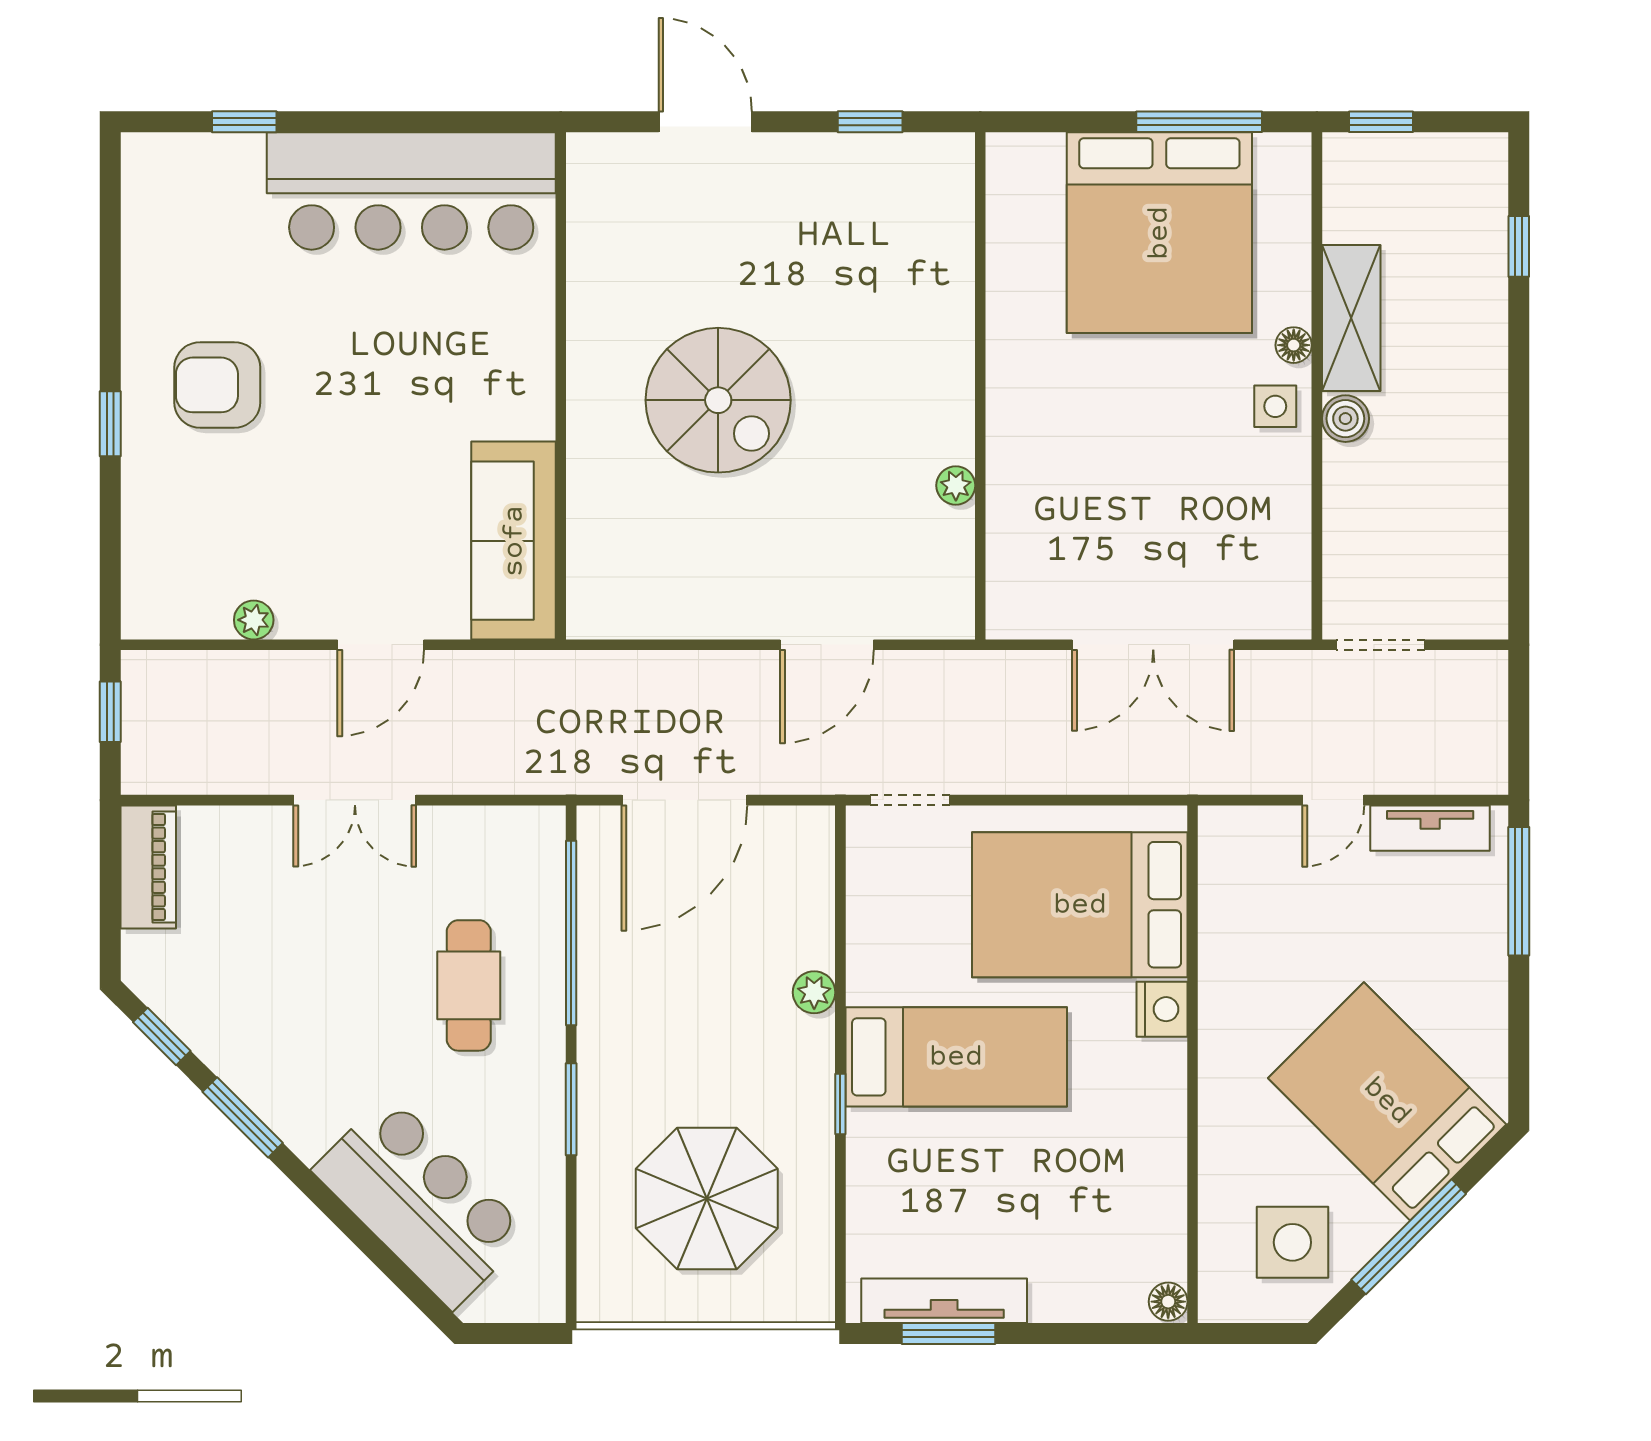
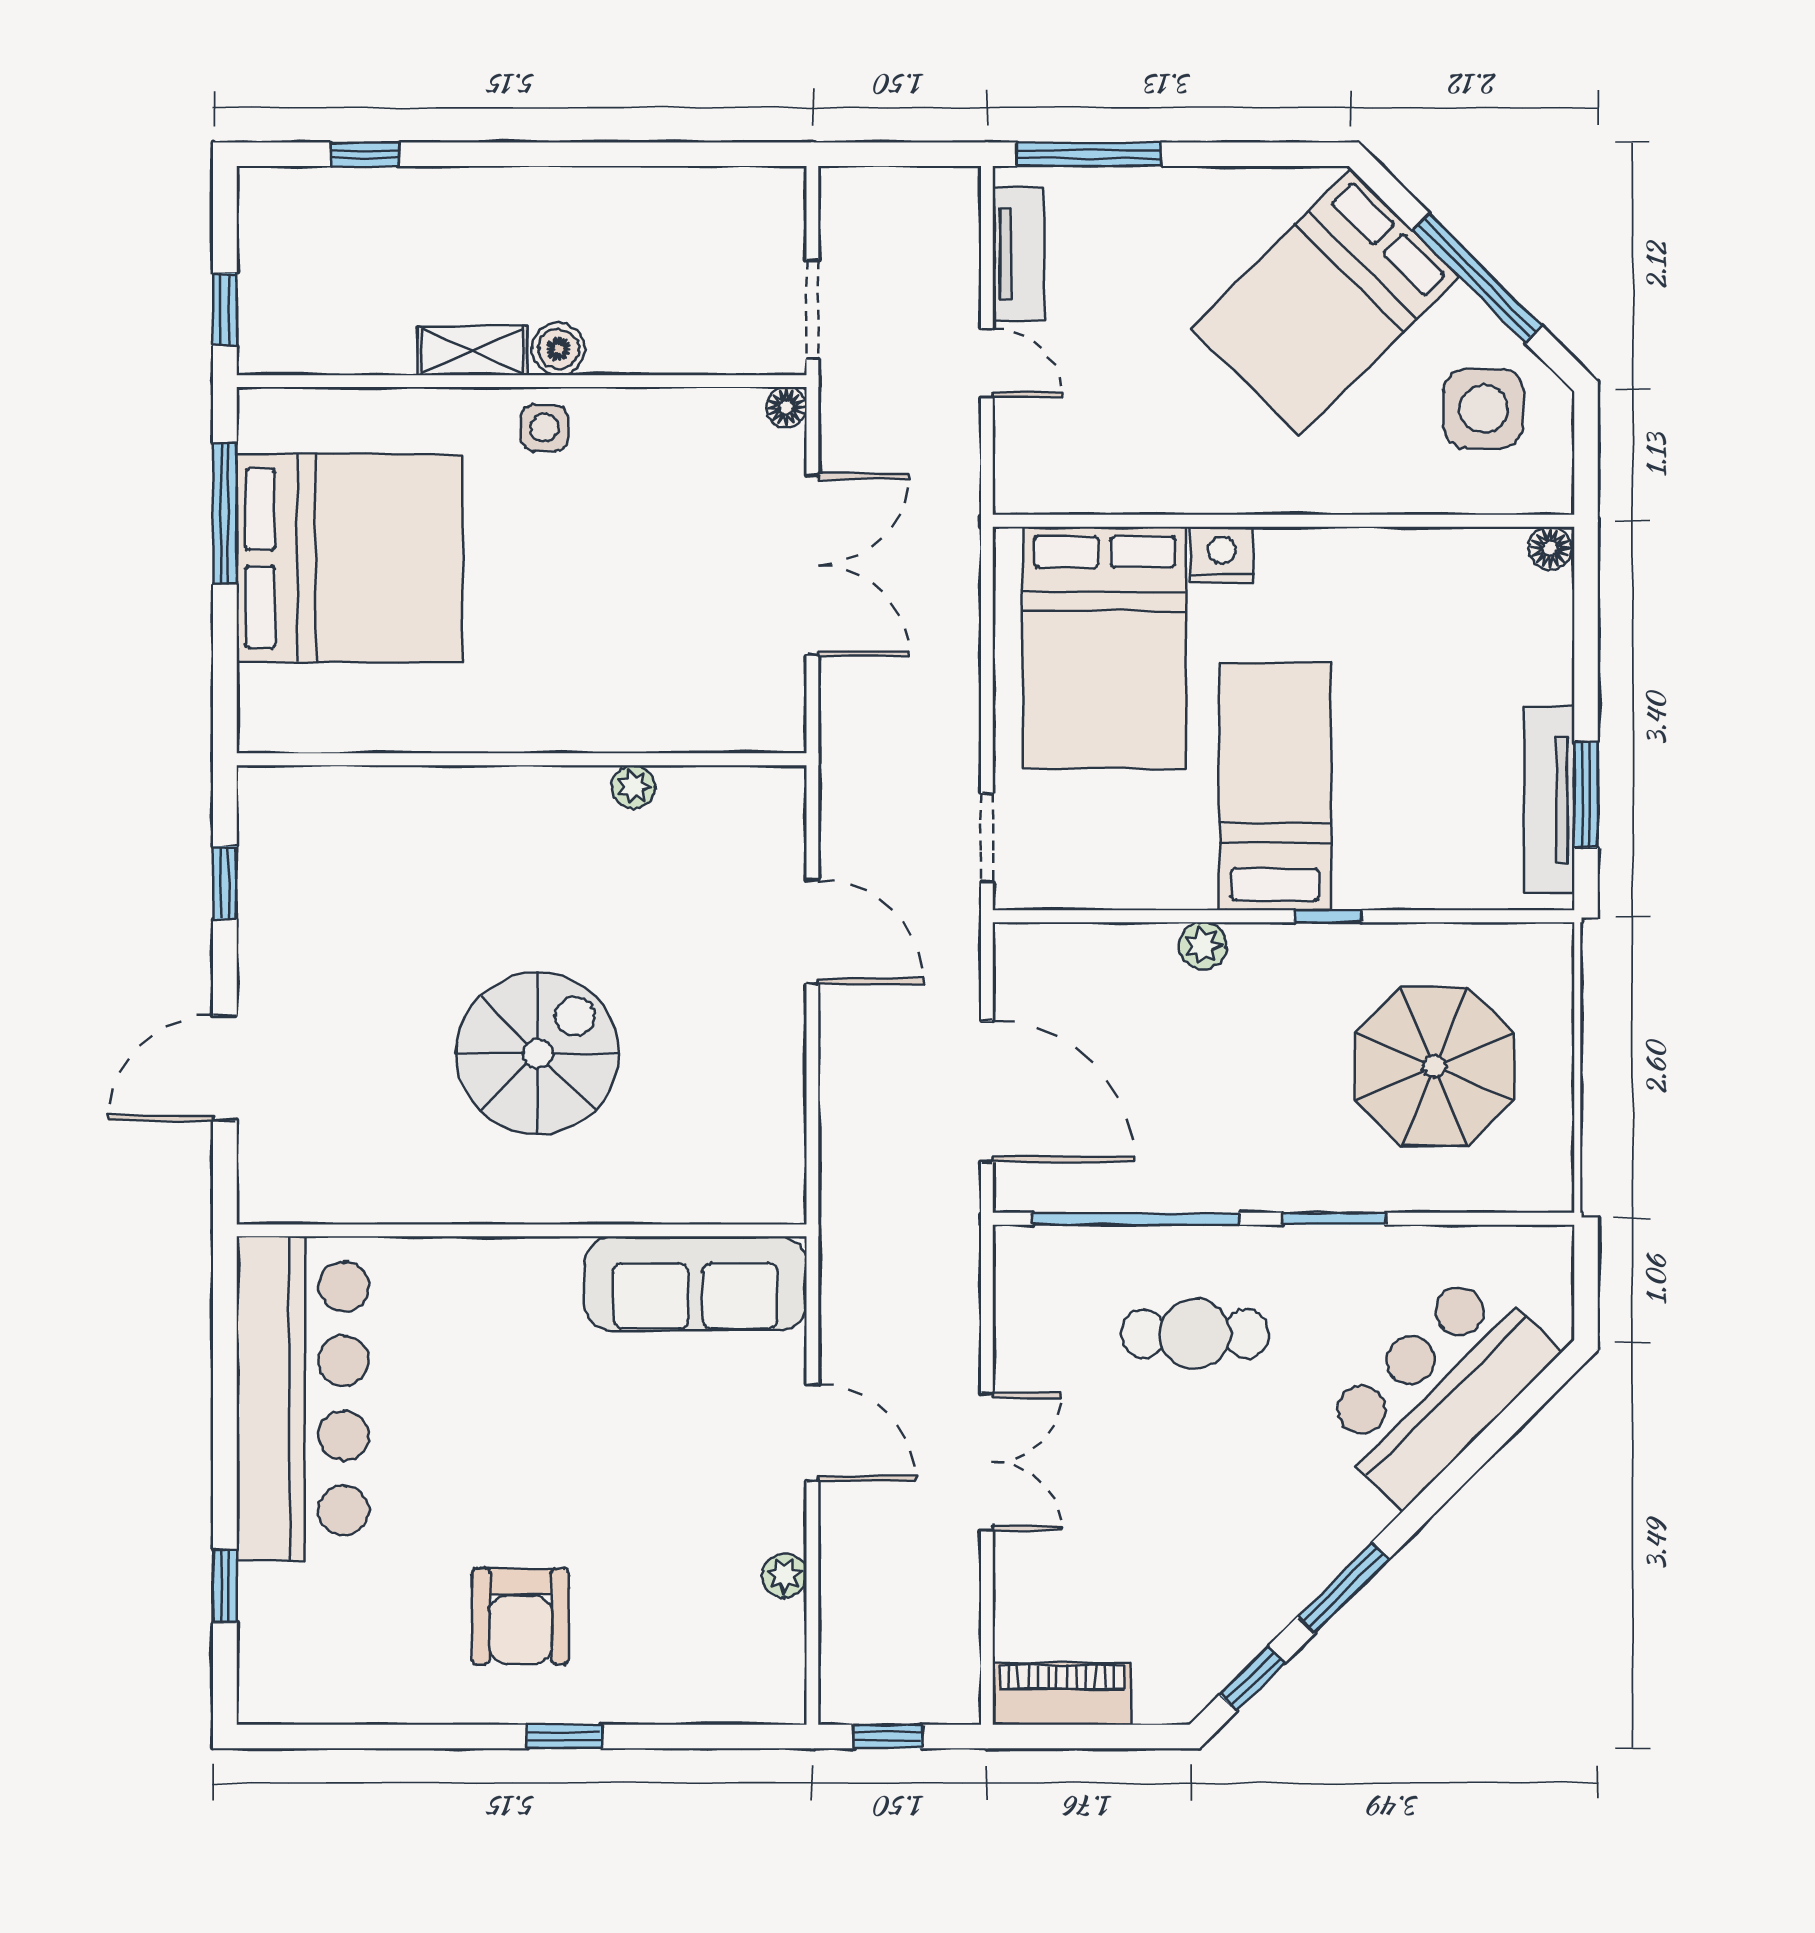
shelving: (1351, 318) -> (473, 351), width x0.67, depth x0.75
floor lamp: (1294, 345) -> (786, 407), moved

